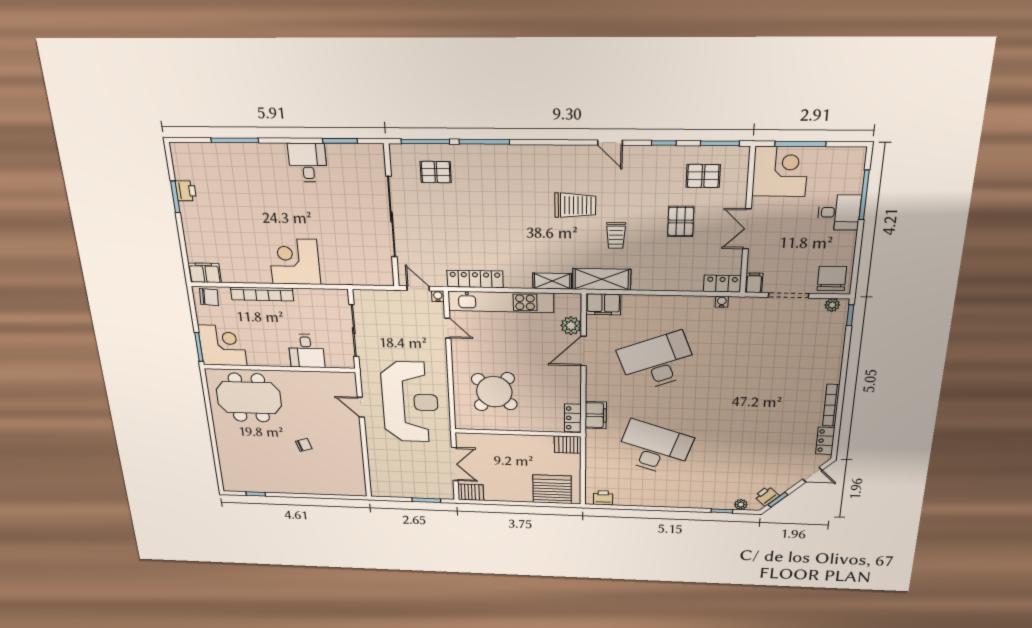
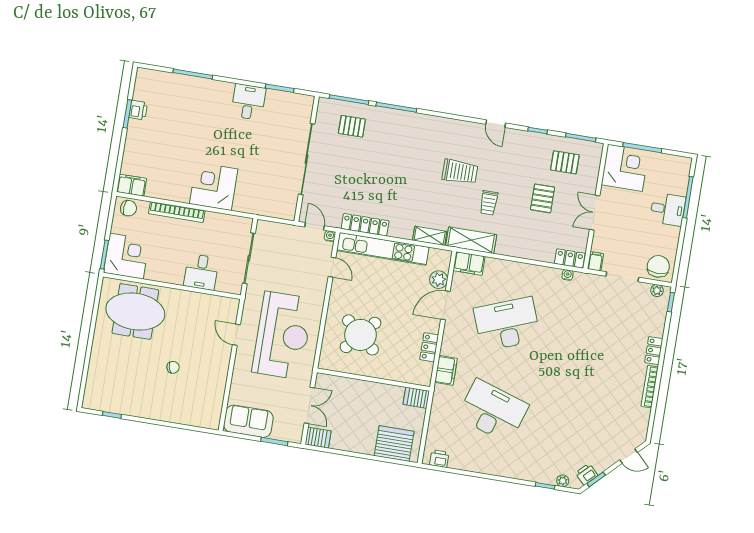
locker: (573, 418) -> (429, 347), moved
locker: (825, 441) -> (654, 351), moved
sofa: (395, 485) -> (248, 421), added

